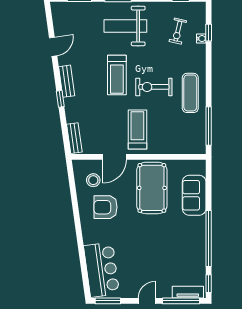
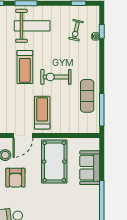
weight bench: (125, 26) -> (32, 26), turned 180
exercise mat: (190, 93) -> (87, 96), moved
armchair: (105, 207) -> (15, 178), turned -90

